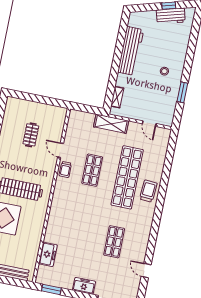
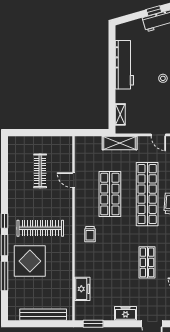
clothes rail: (31, 135) -> (40, 171), width x1.36
trolley: (65, 169) -> (90, 234), moved
shop shelf: (92, 170) -> (110, 194), width x1.43, depth x1.36

